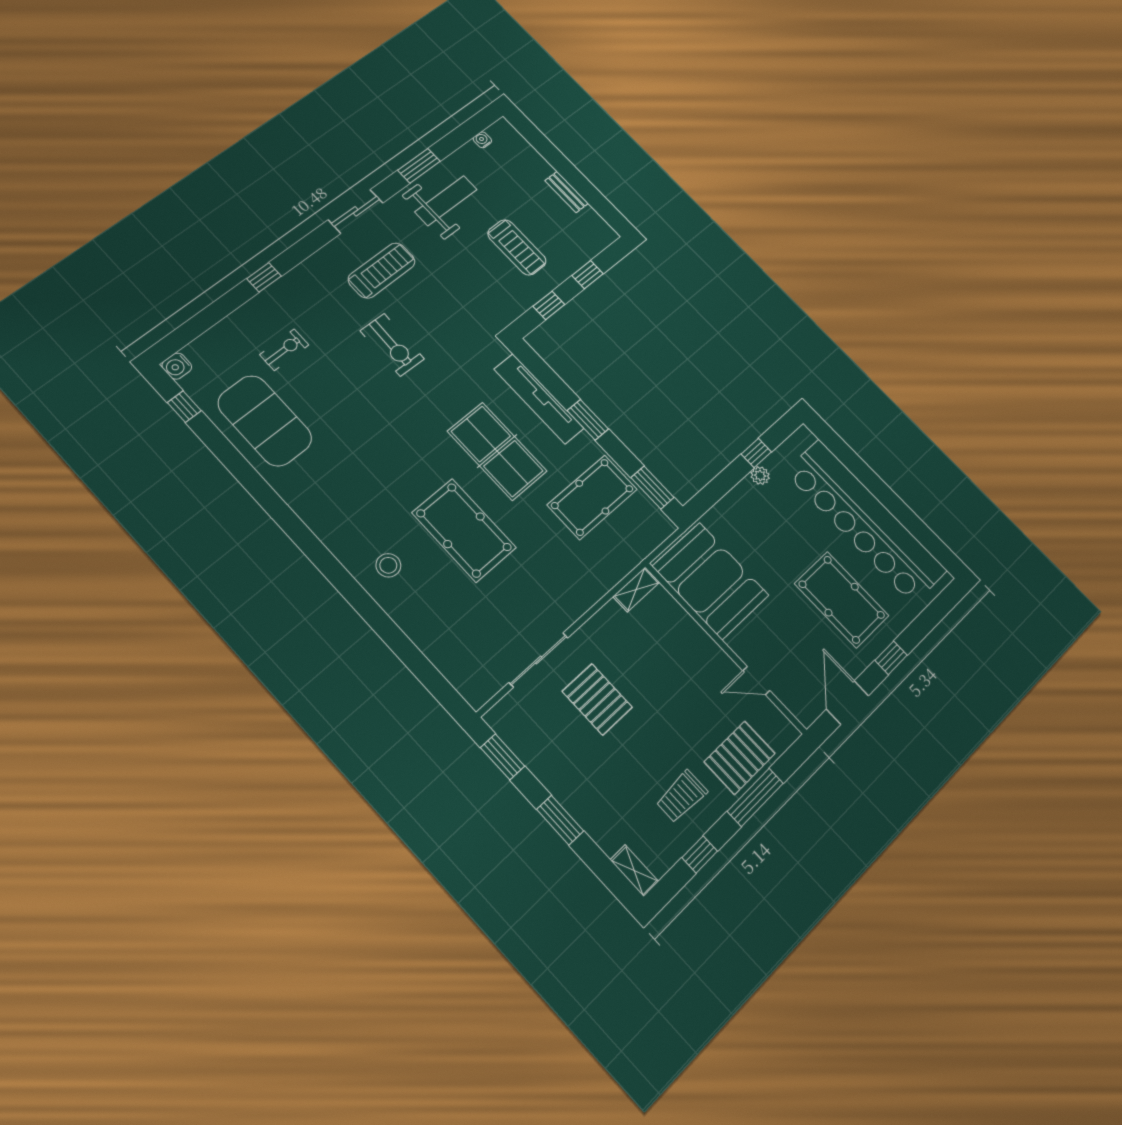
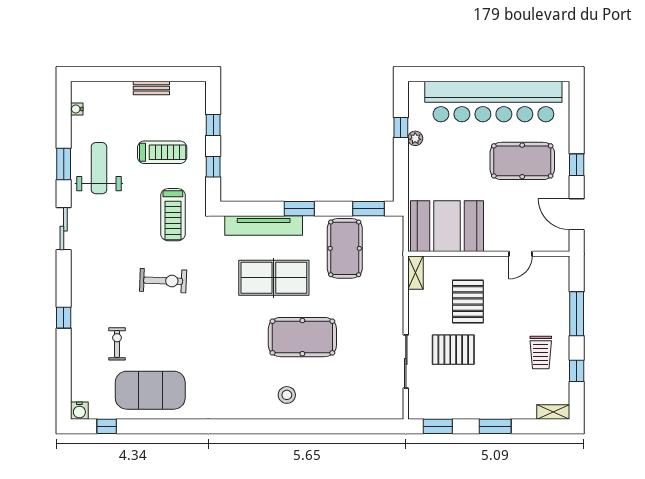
treadmill: (382, 270) -> (173, 215), moved, turned 180
pallet: (740, 758) -> (468, 302), moved

